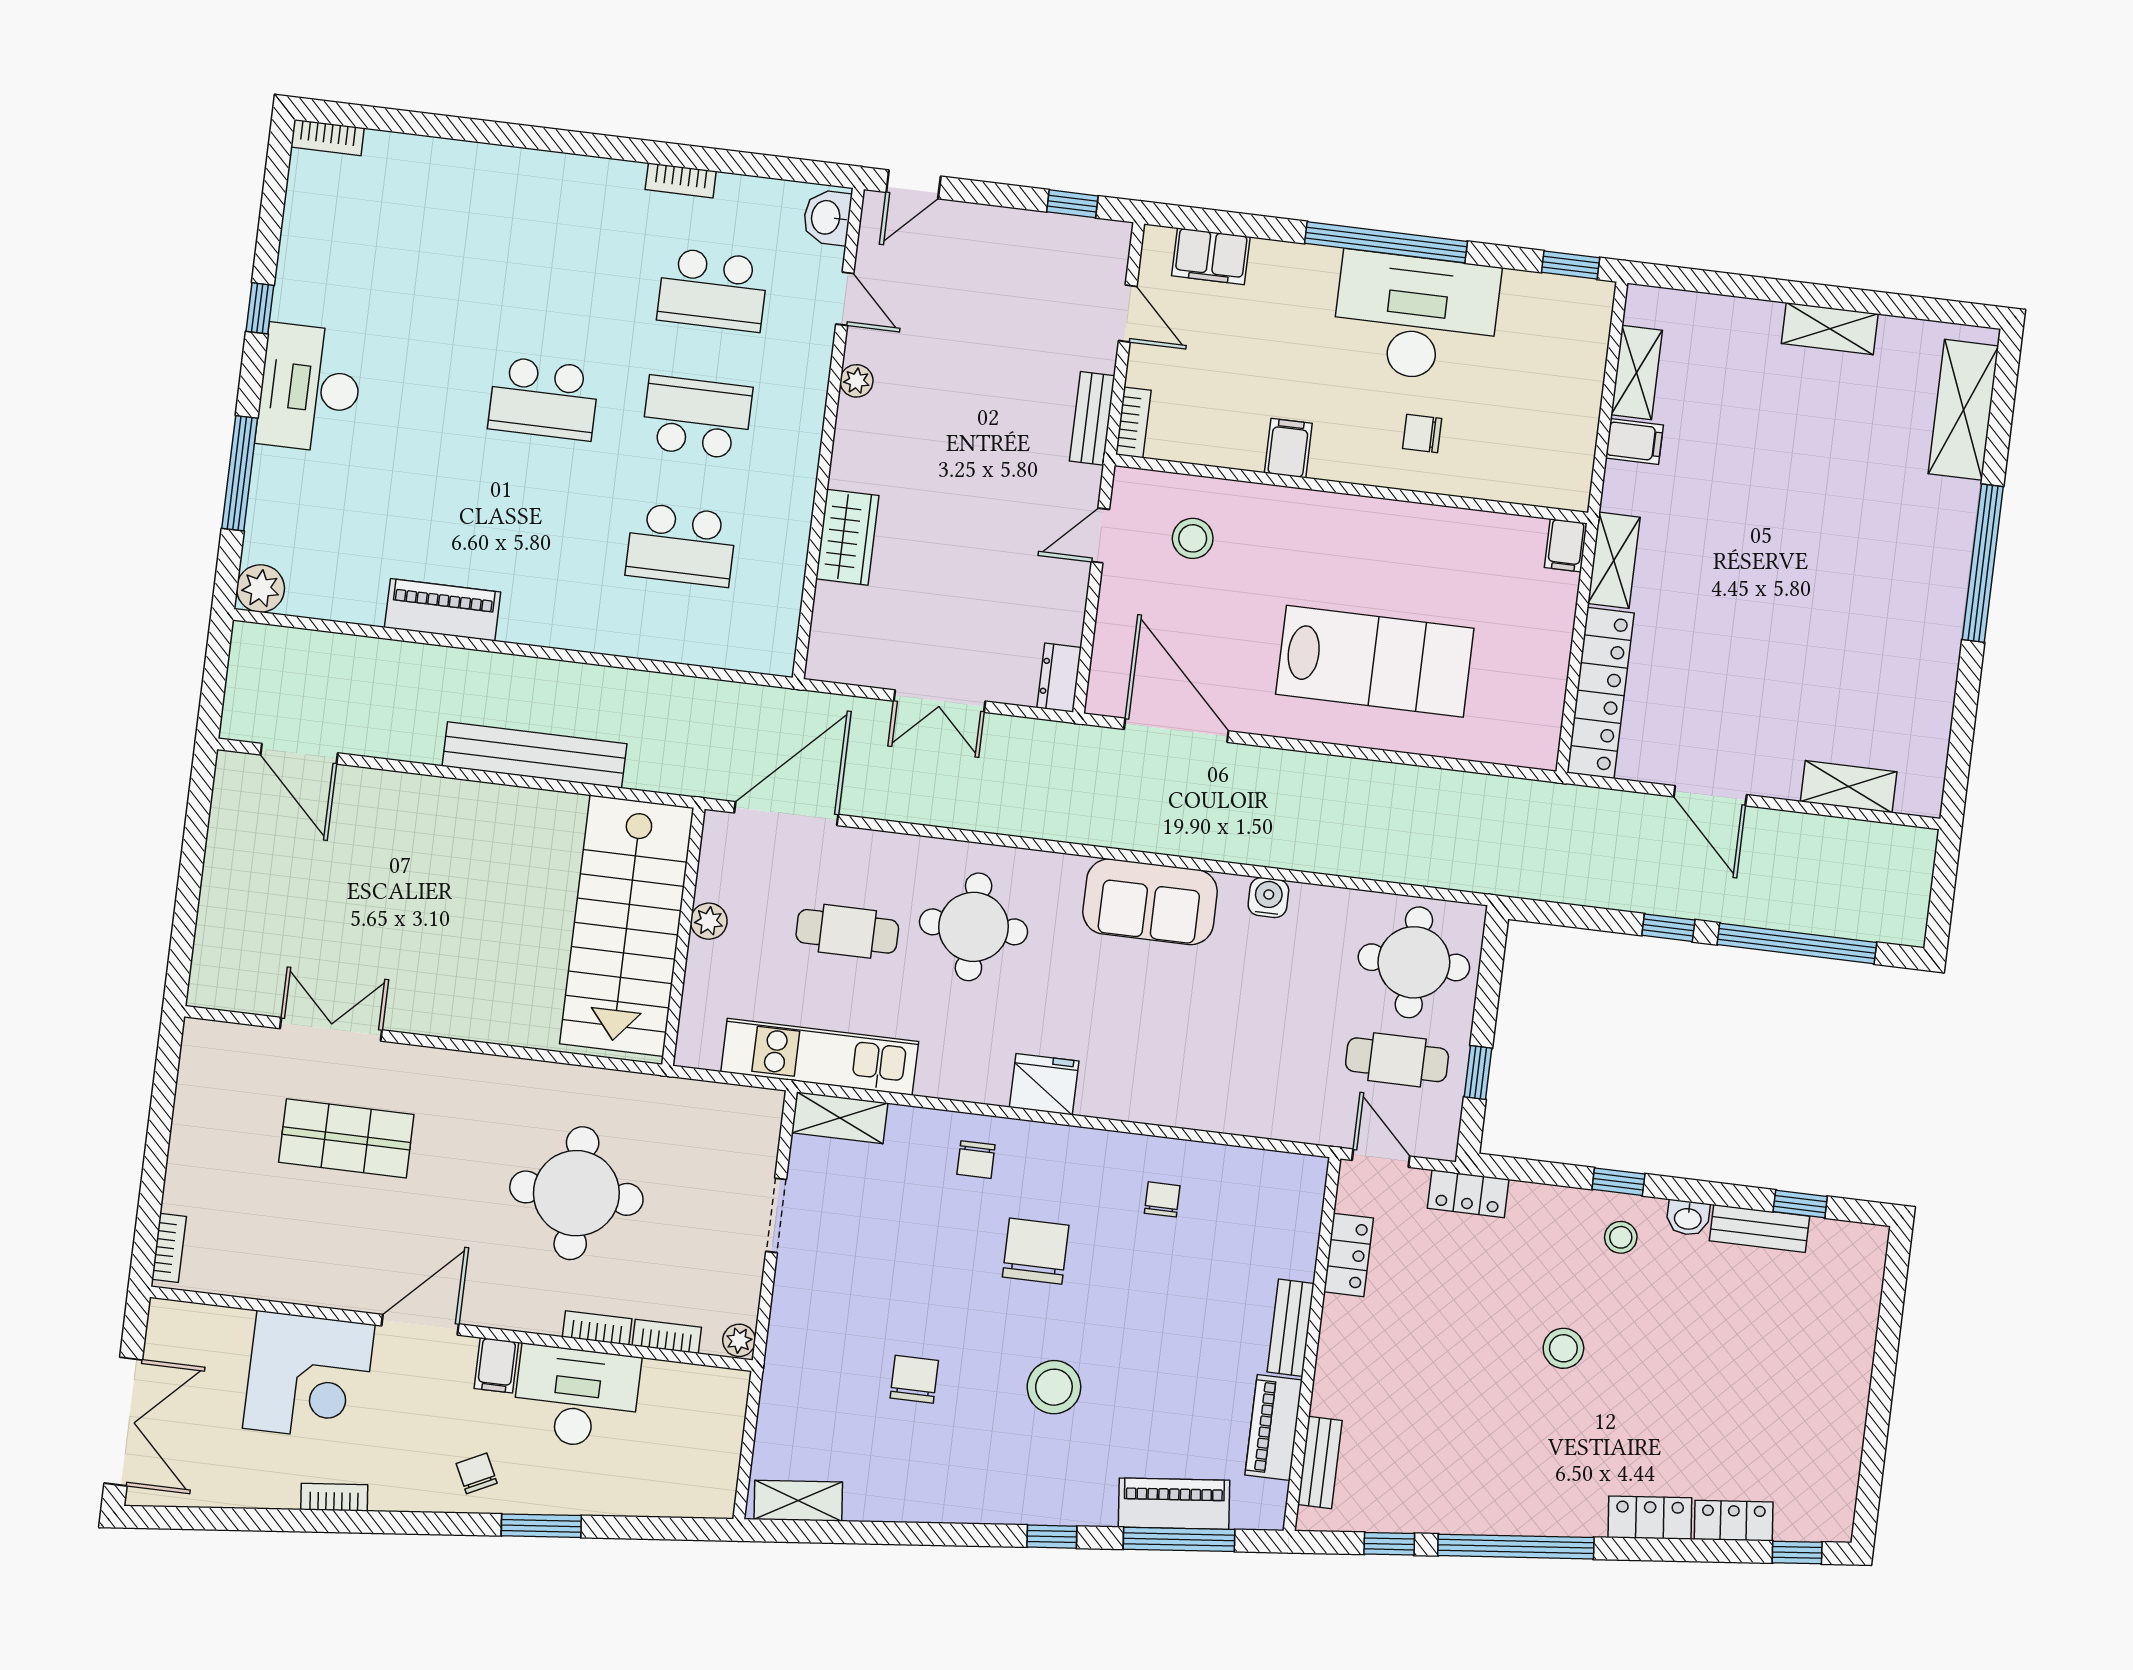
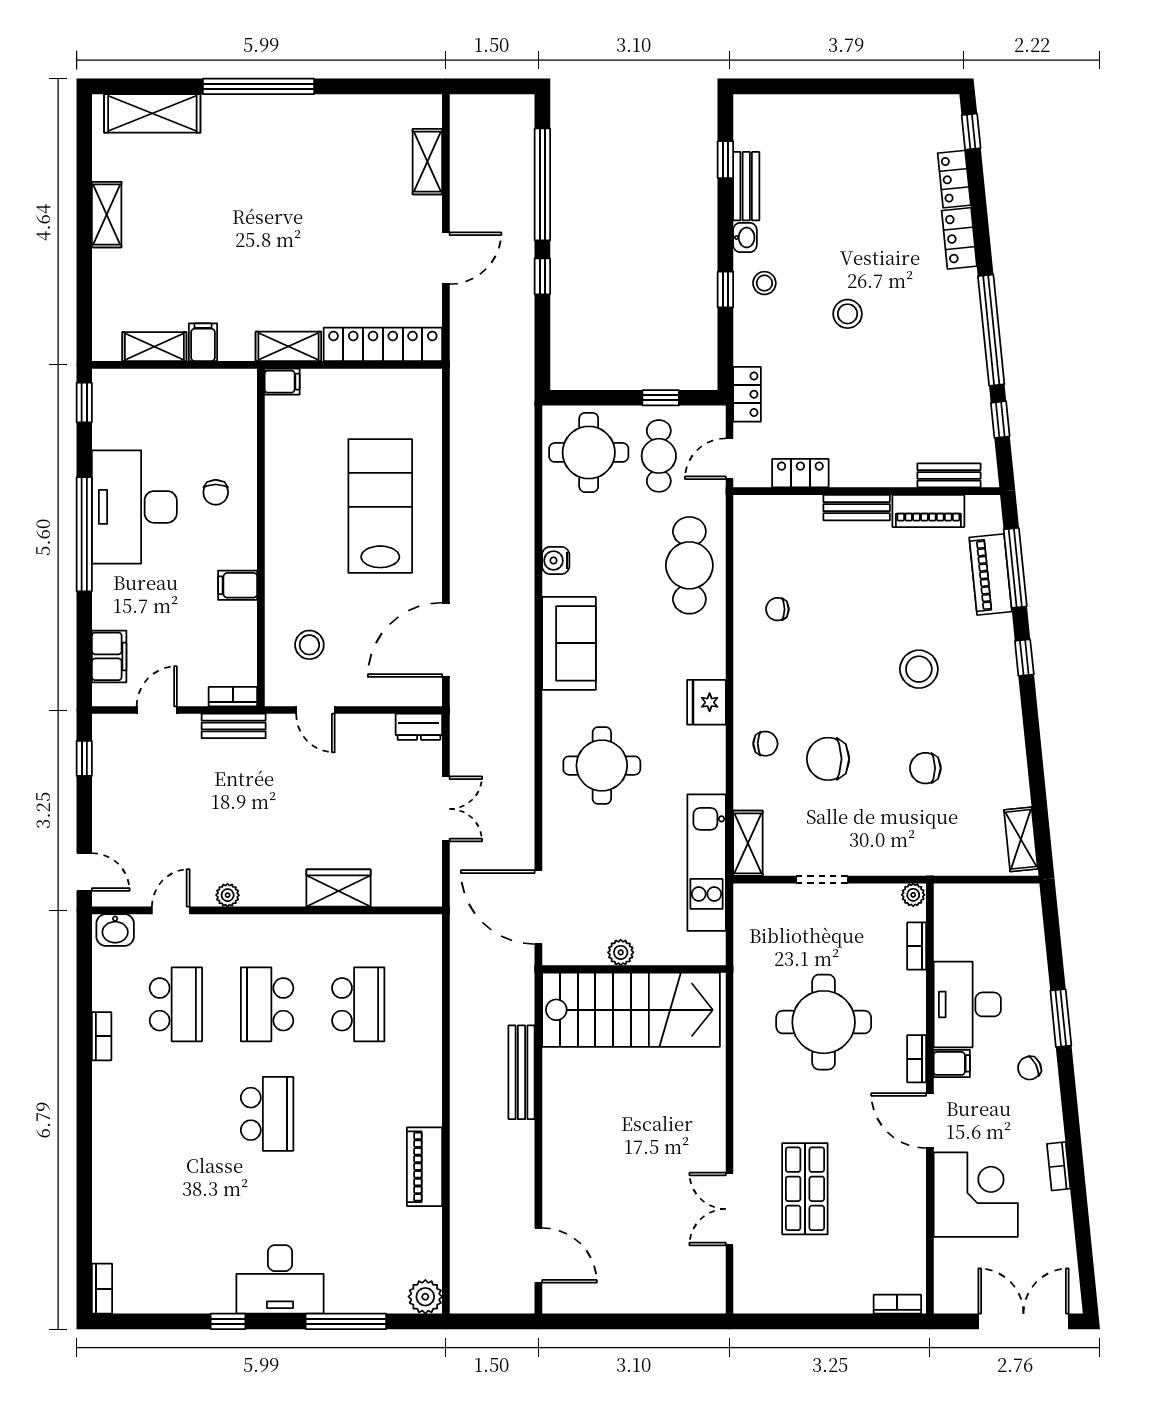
door: (299, 754) -> (538, 1255), hinge flipped
bench: (534, 755) -> (522, 1072), width x0.73, depth x0.82
cafe table: (847, 931) -> (689, 565), moved, width x1.37, depth x1.35
chair: (1036, 1251) -> (828, 759), moved
bookcase: (597, 1328) -> (917, 1059), moved

